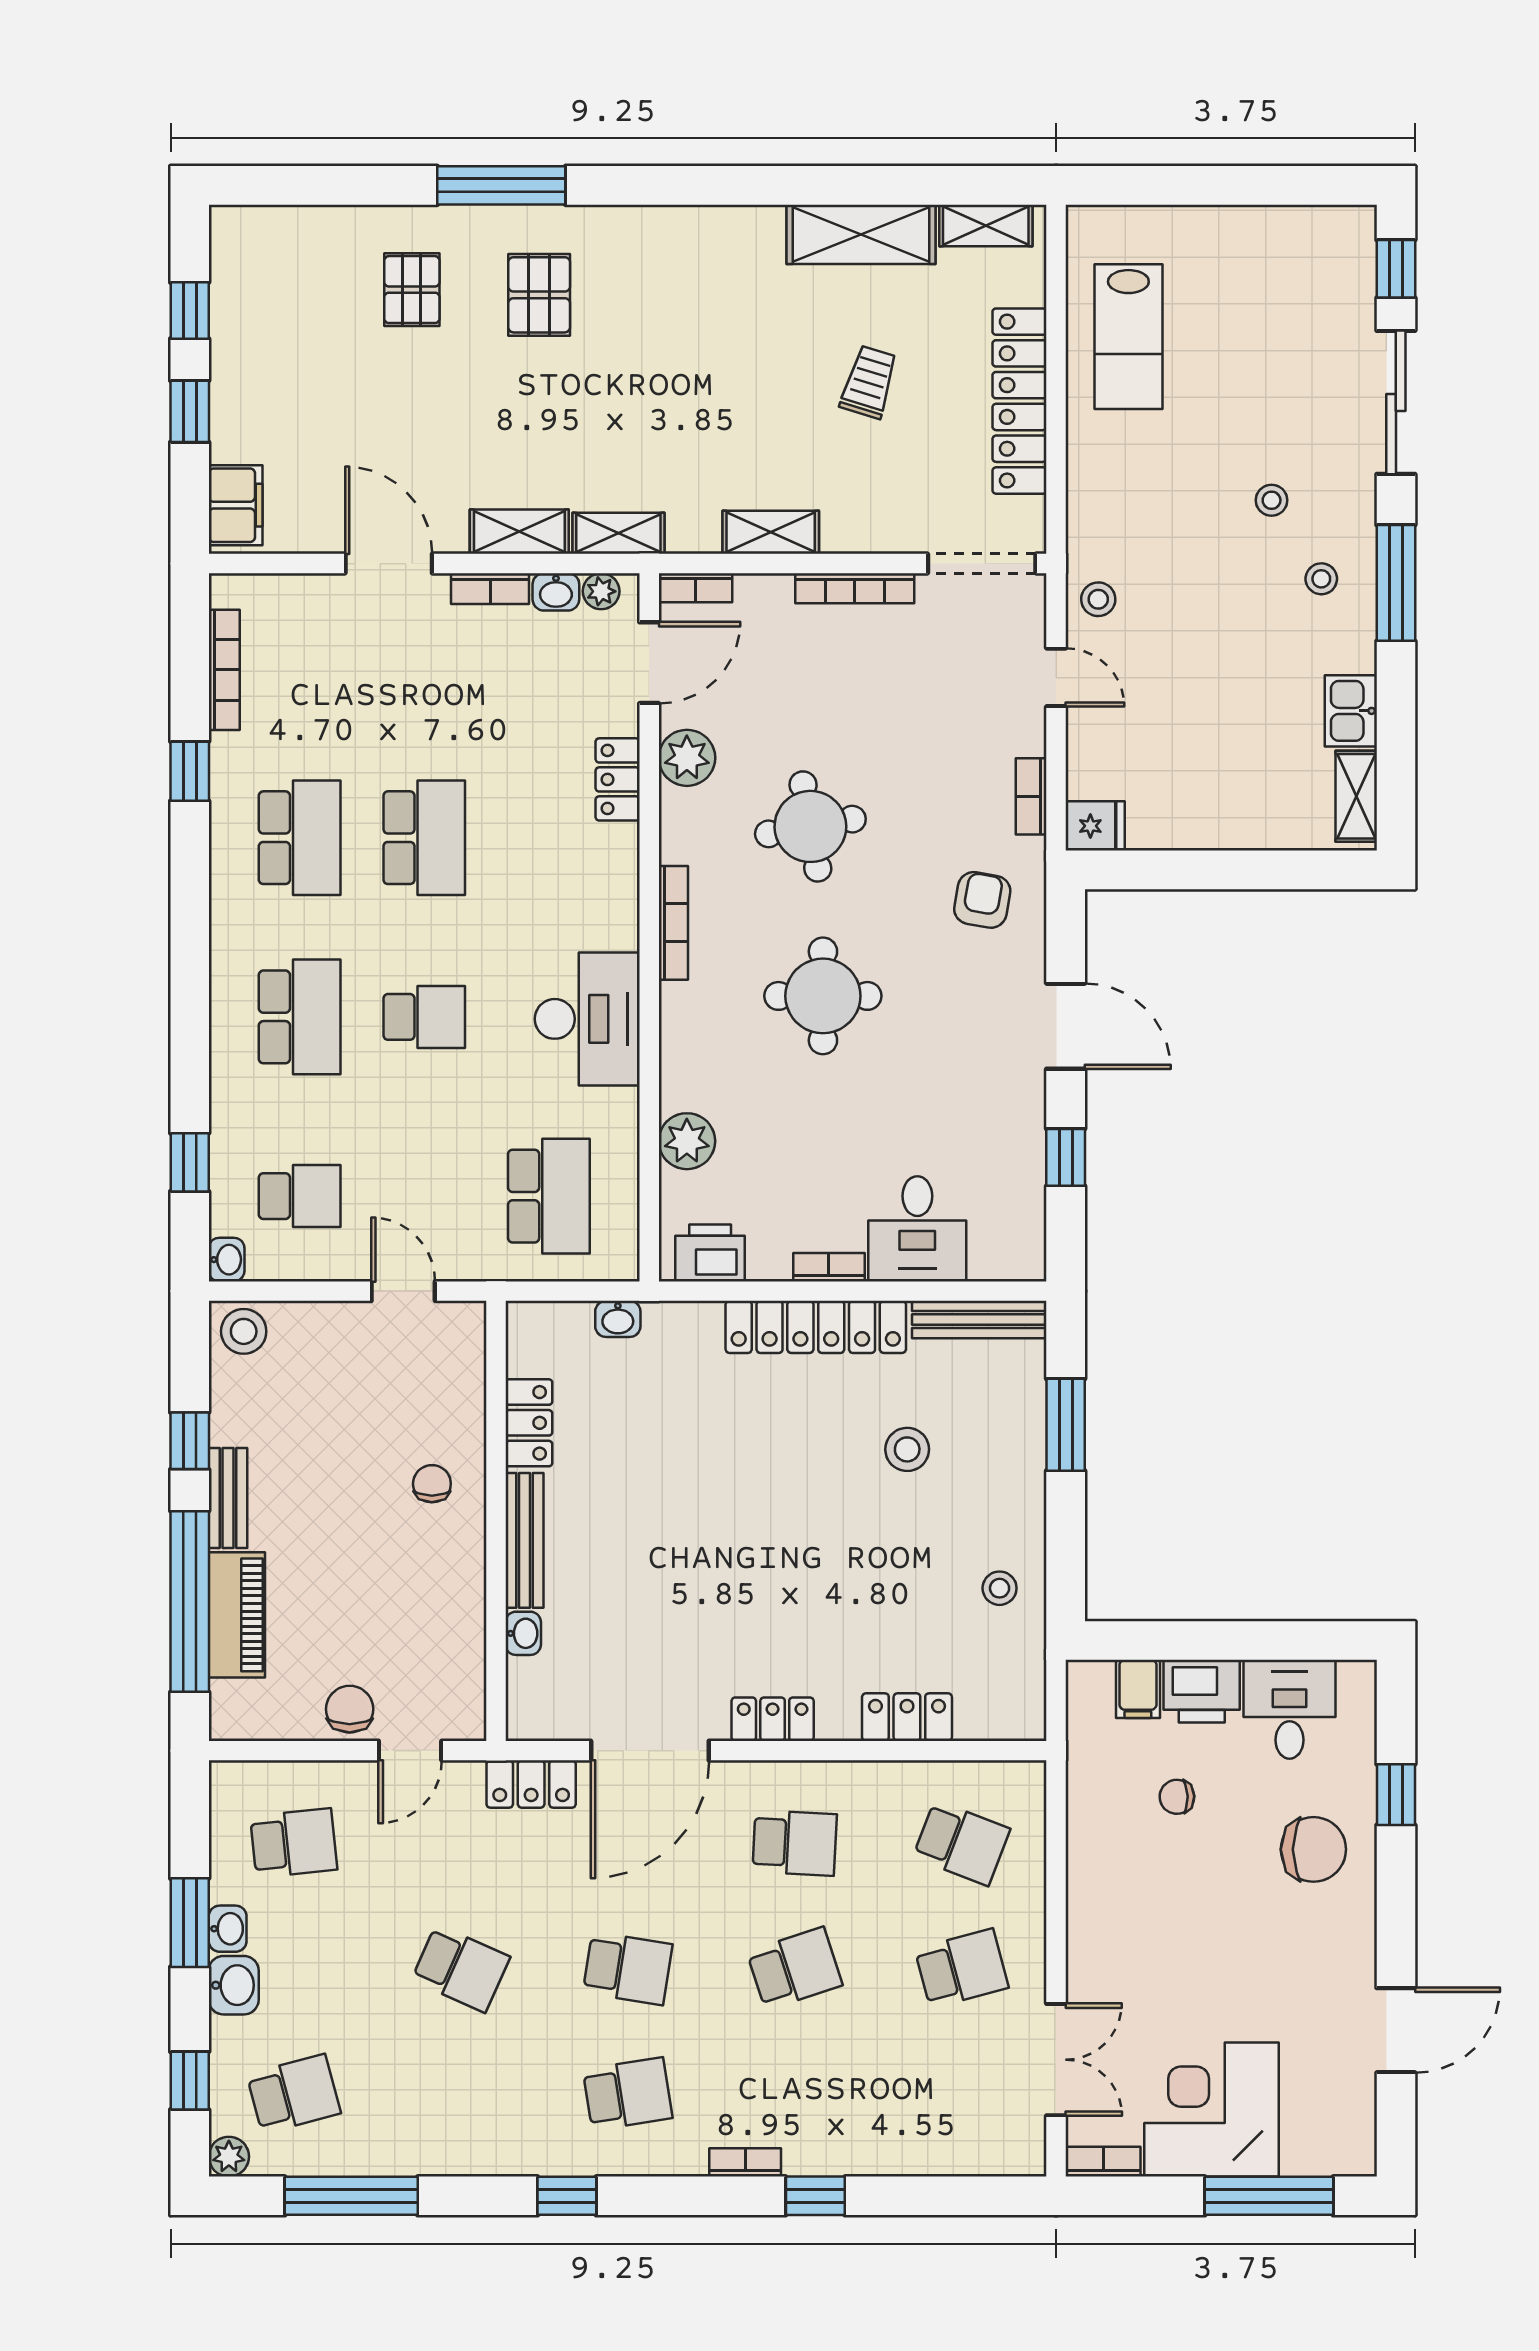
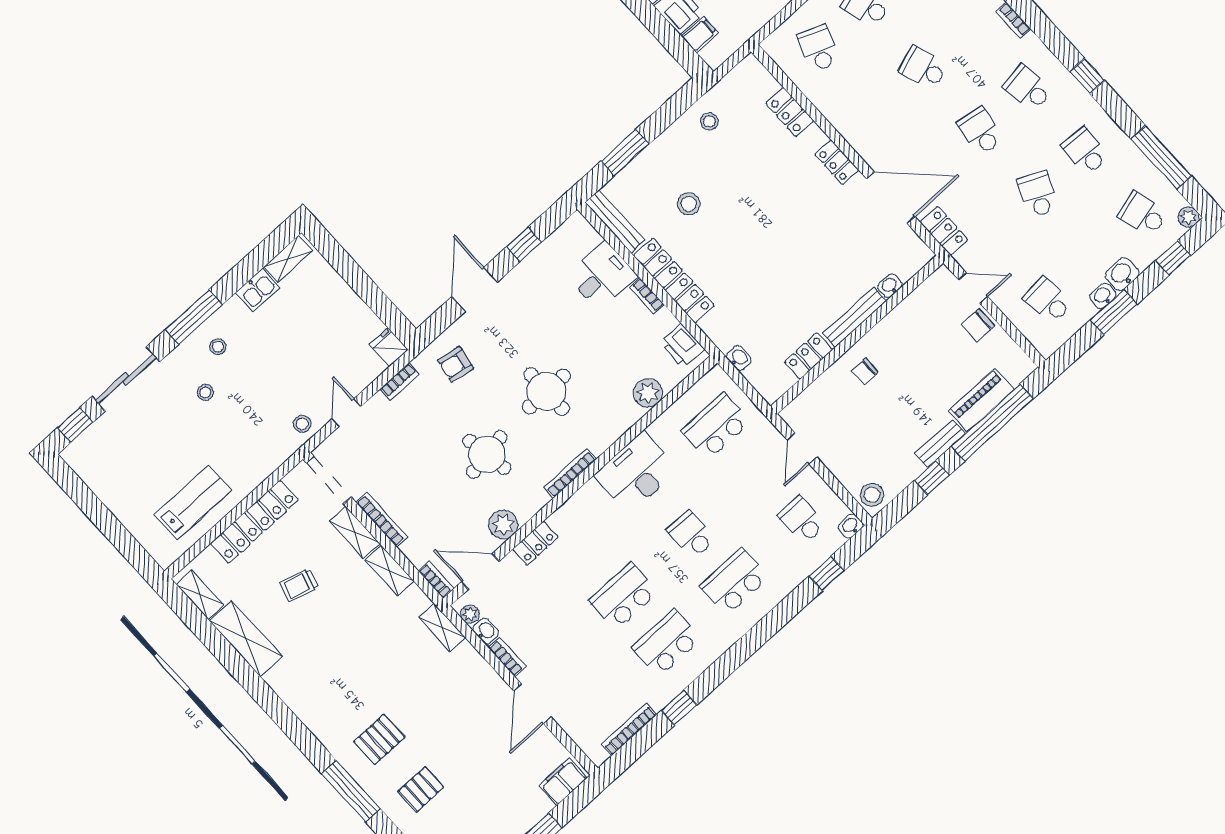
shelving: (519, 532) -> (354, 532), moved
school desk: (795, 1843) -> (1085, 151), moved

